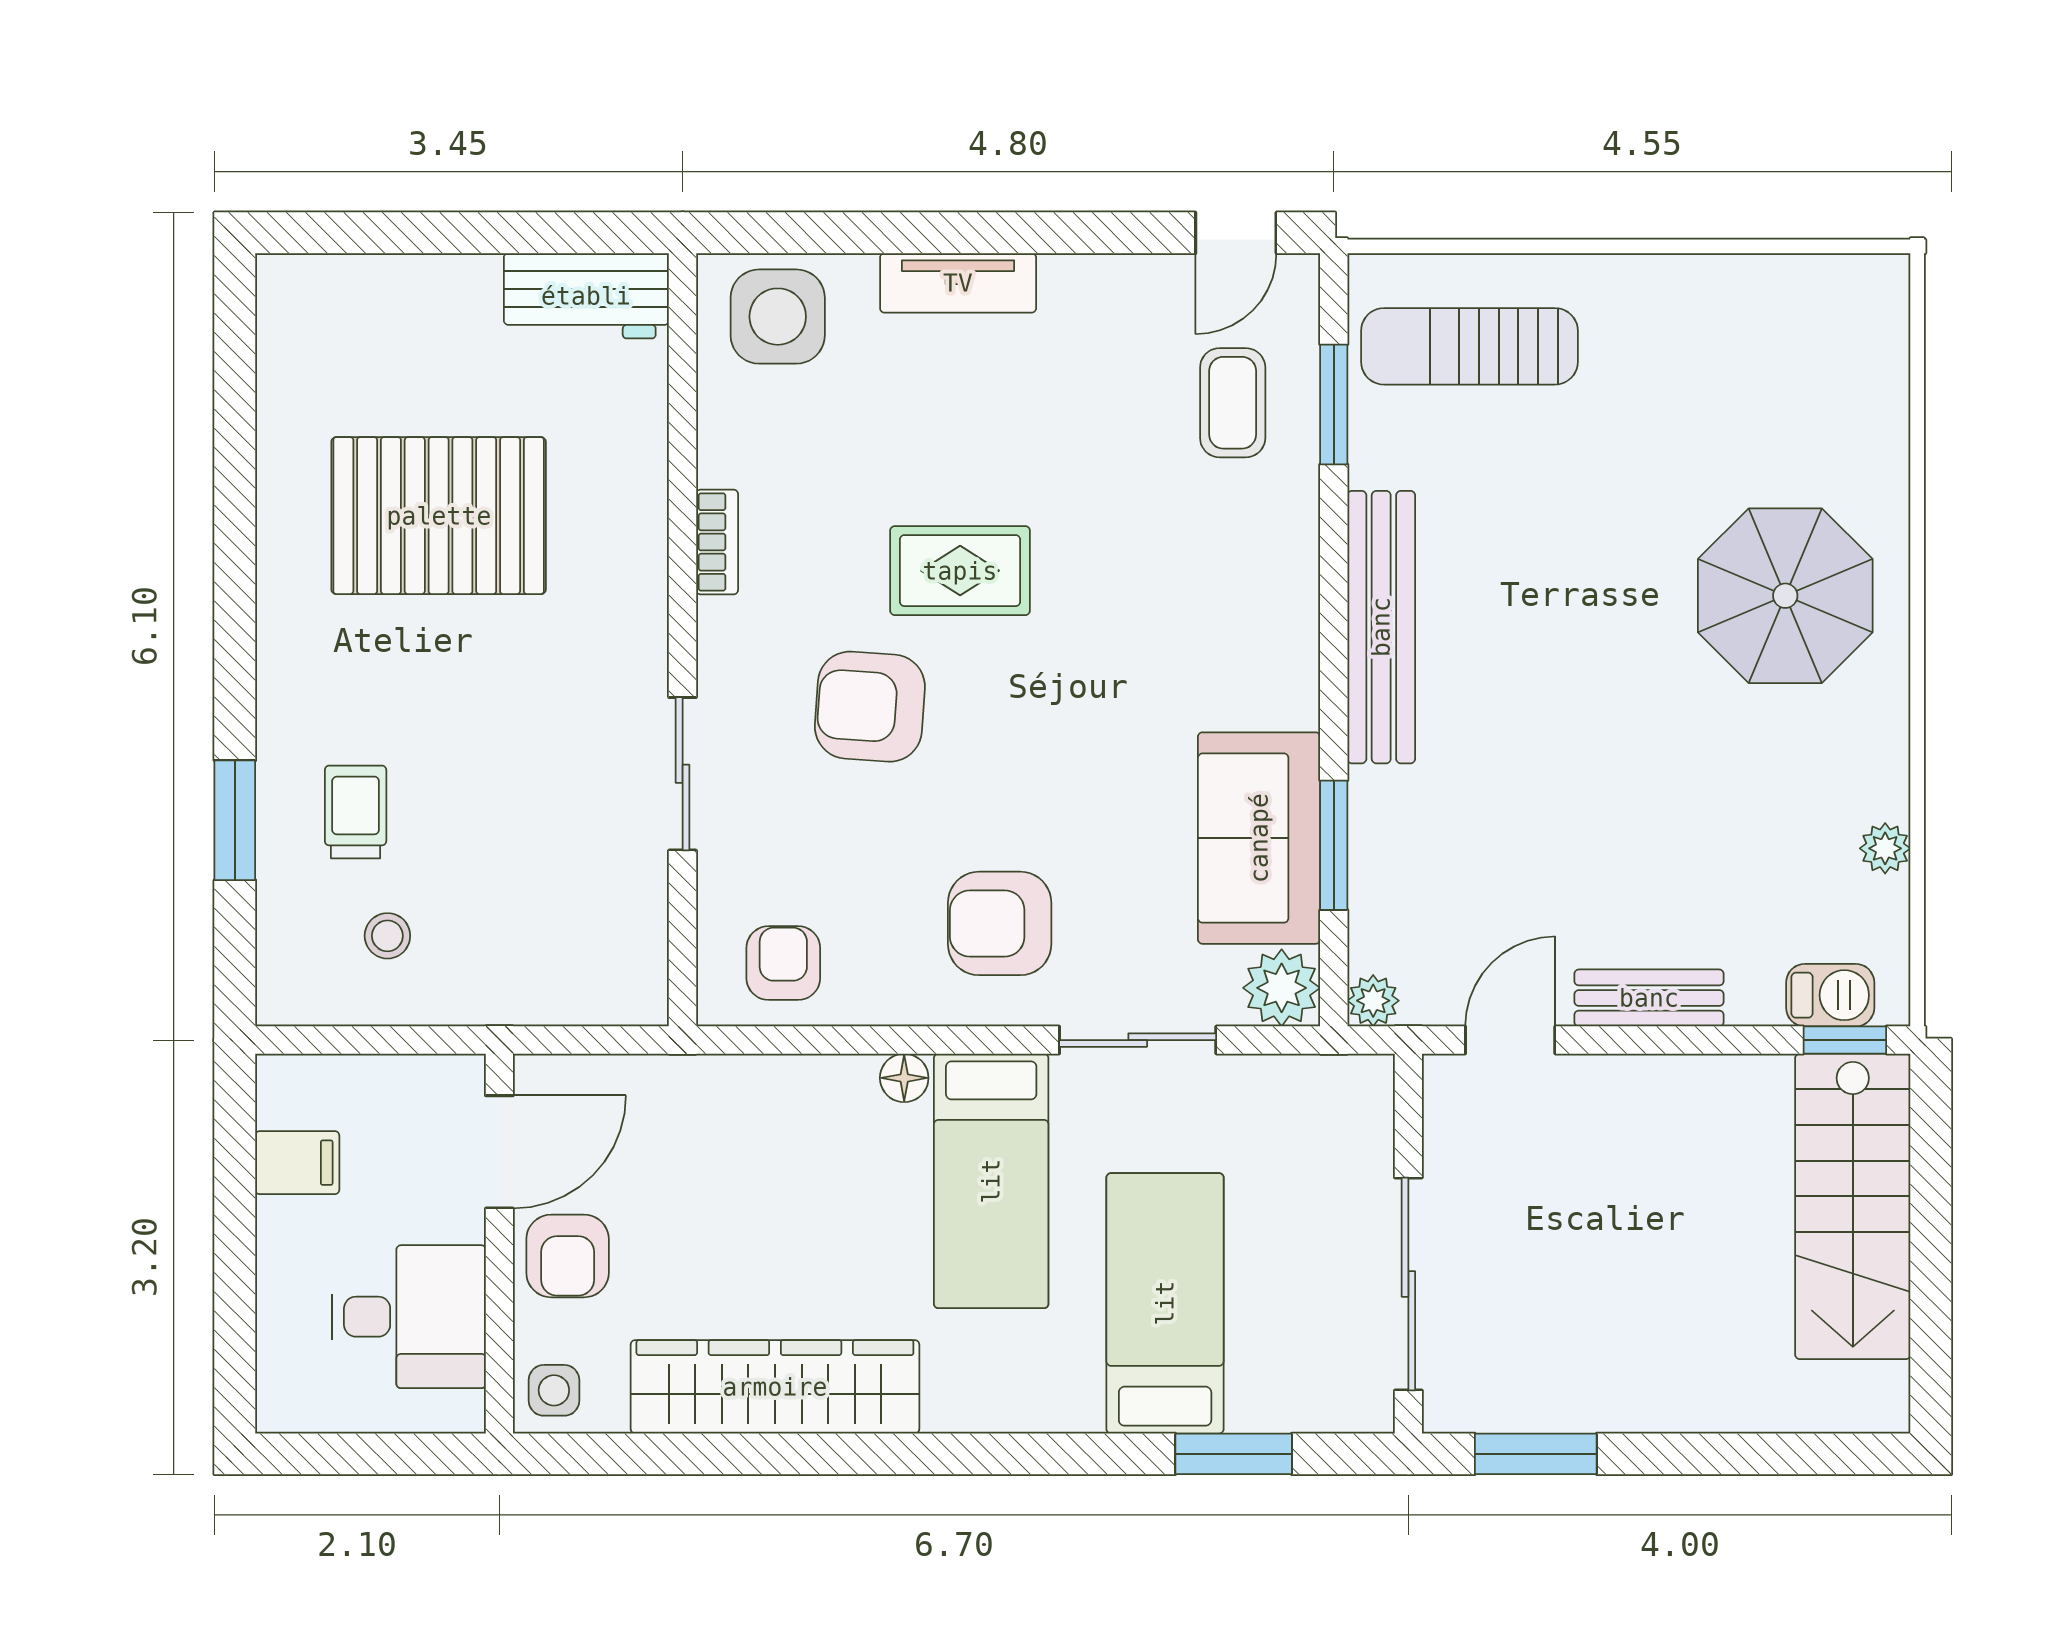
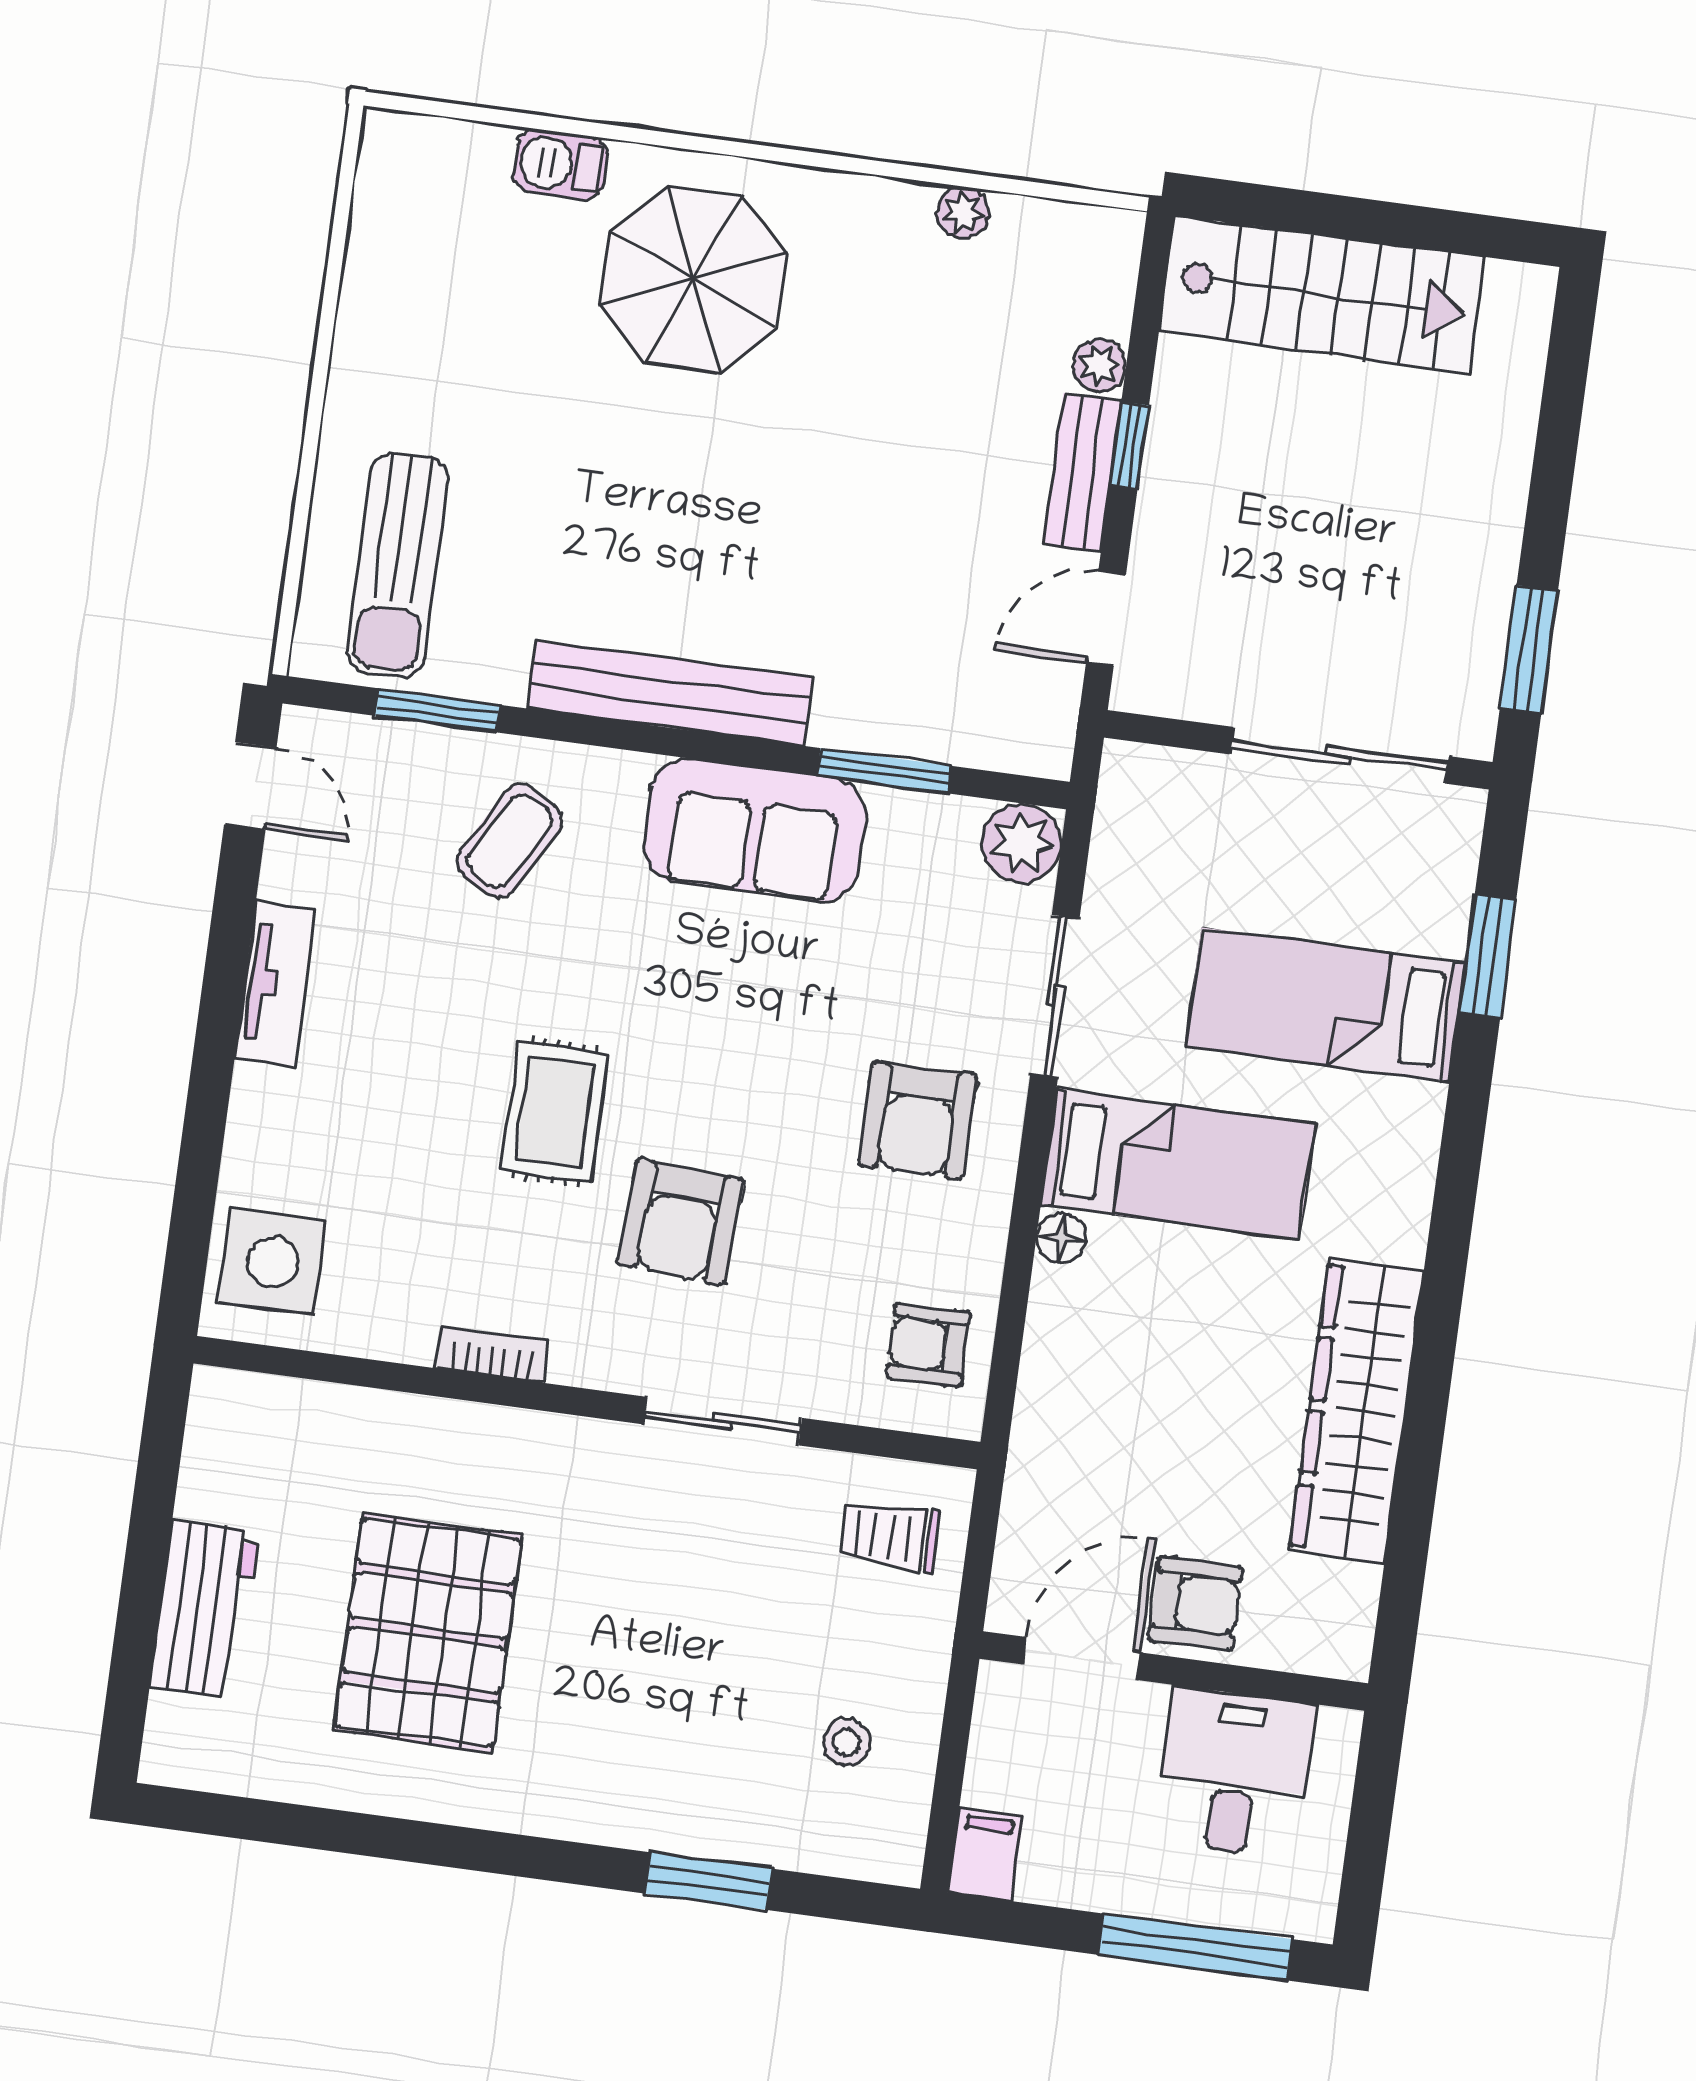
tv unit: (958, 283) -> (275, 983), moved
workbench: (586, 296) -> (204, 1609), moved
coffee table: (1233, 403) -> (509, 841), moved, turned -60
trolley: (356, 812) -> (889, 1536), moved
sofa: (1259, 838) -> (755, 830), moved
barbecue: (1830, 995) -> (560, 164), moved, turned -90
plant: (1373, 1001) -> (1100, 365), moved
door: (1510, 1040) -> (1106, 619), hinge flipped
window: (1845, 1040) -> (1129, 446), moved
door: (499, 1152) -> (1081, 1658), hinge flipped
filing cabinet: (297, 1163) -> (986, 1854), moved
window: (235, 1300) -> (1195, 1947), added
side table: (554, 1390) -> (1330, 1636), removed

